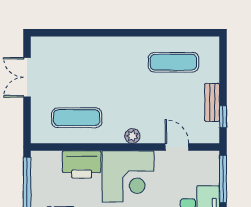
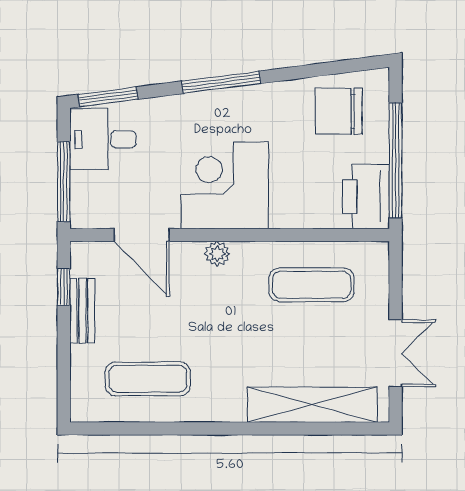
shelving: (76, 47) -> (312, 405), added
door: (177, 147) -> (142, 235), width x1.38
printer: (82, 164) -> (366, 196), moved, turned -90

